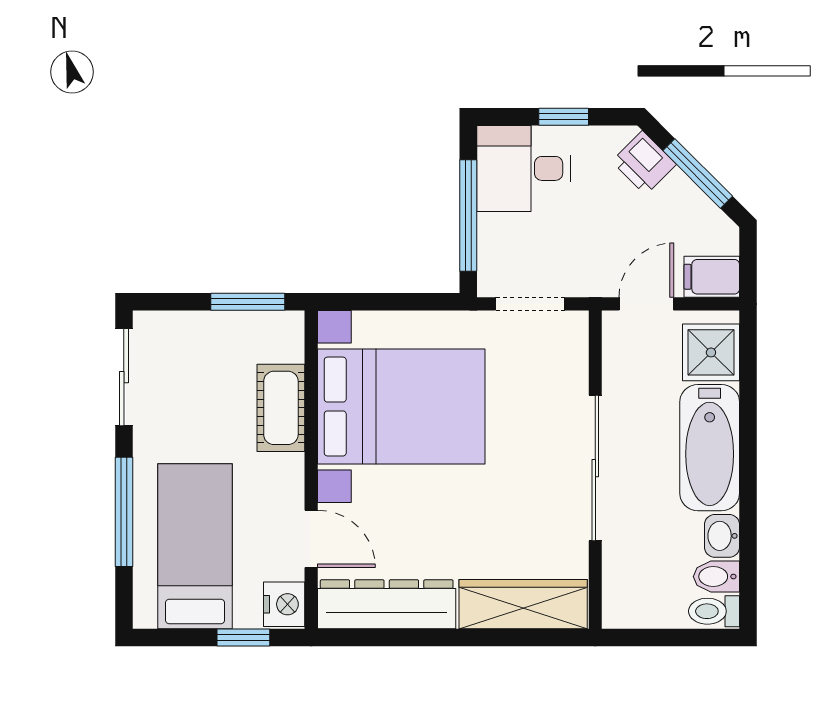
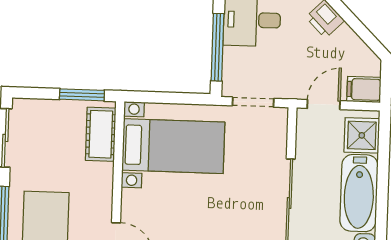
window: (698, 173) -> (357, 27), removed
bed with nightstands: (401, 407) -> (173, 146), width x0.73
cot: (281, 408) -> (101, 134), moved

